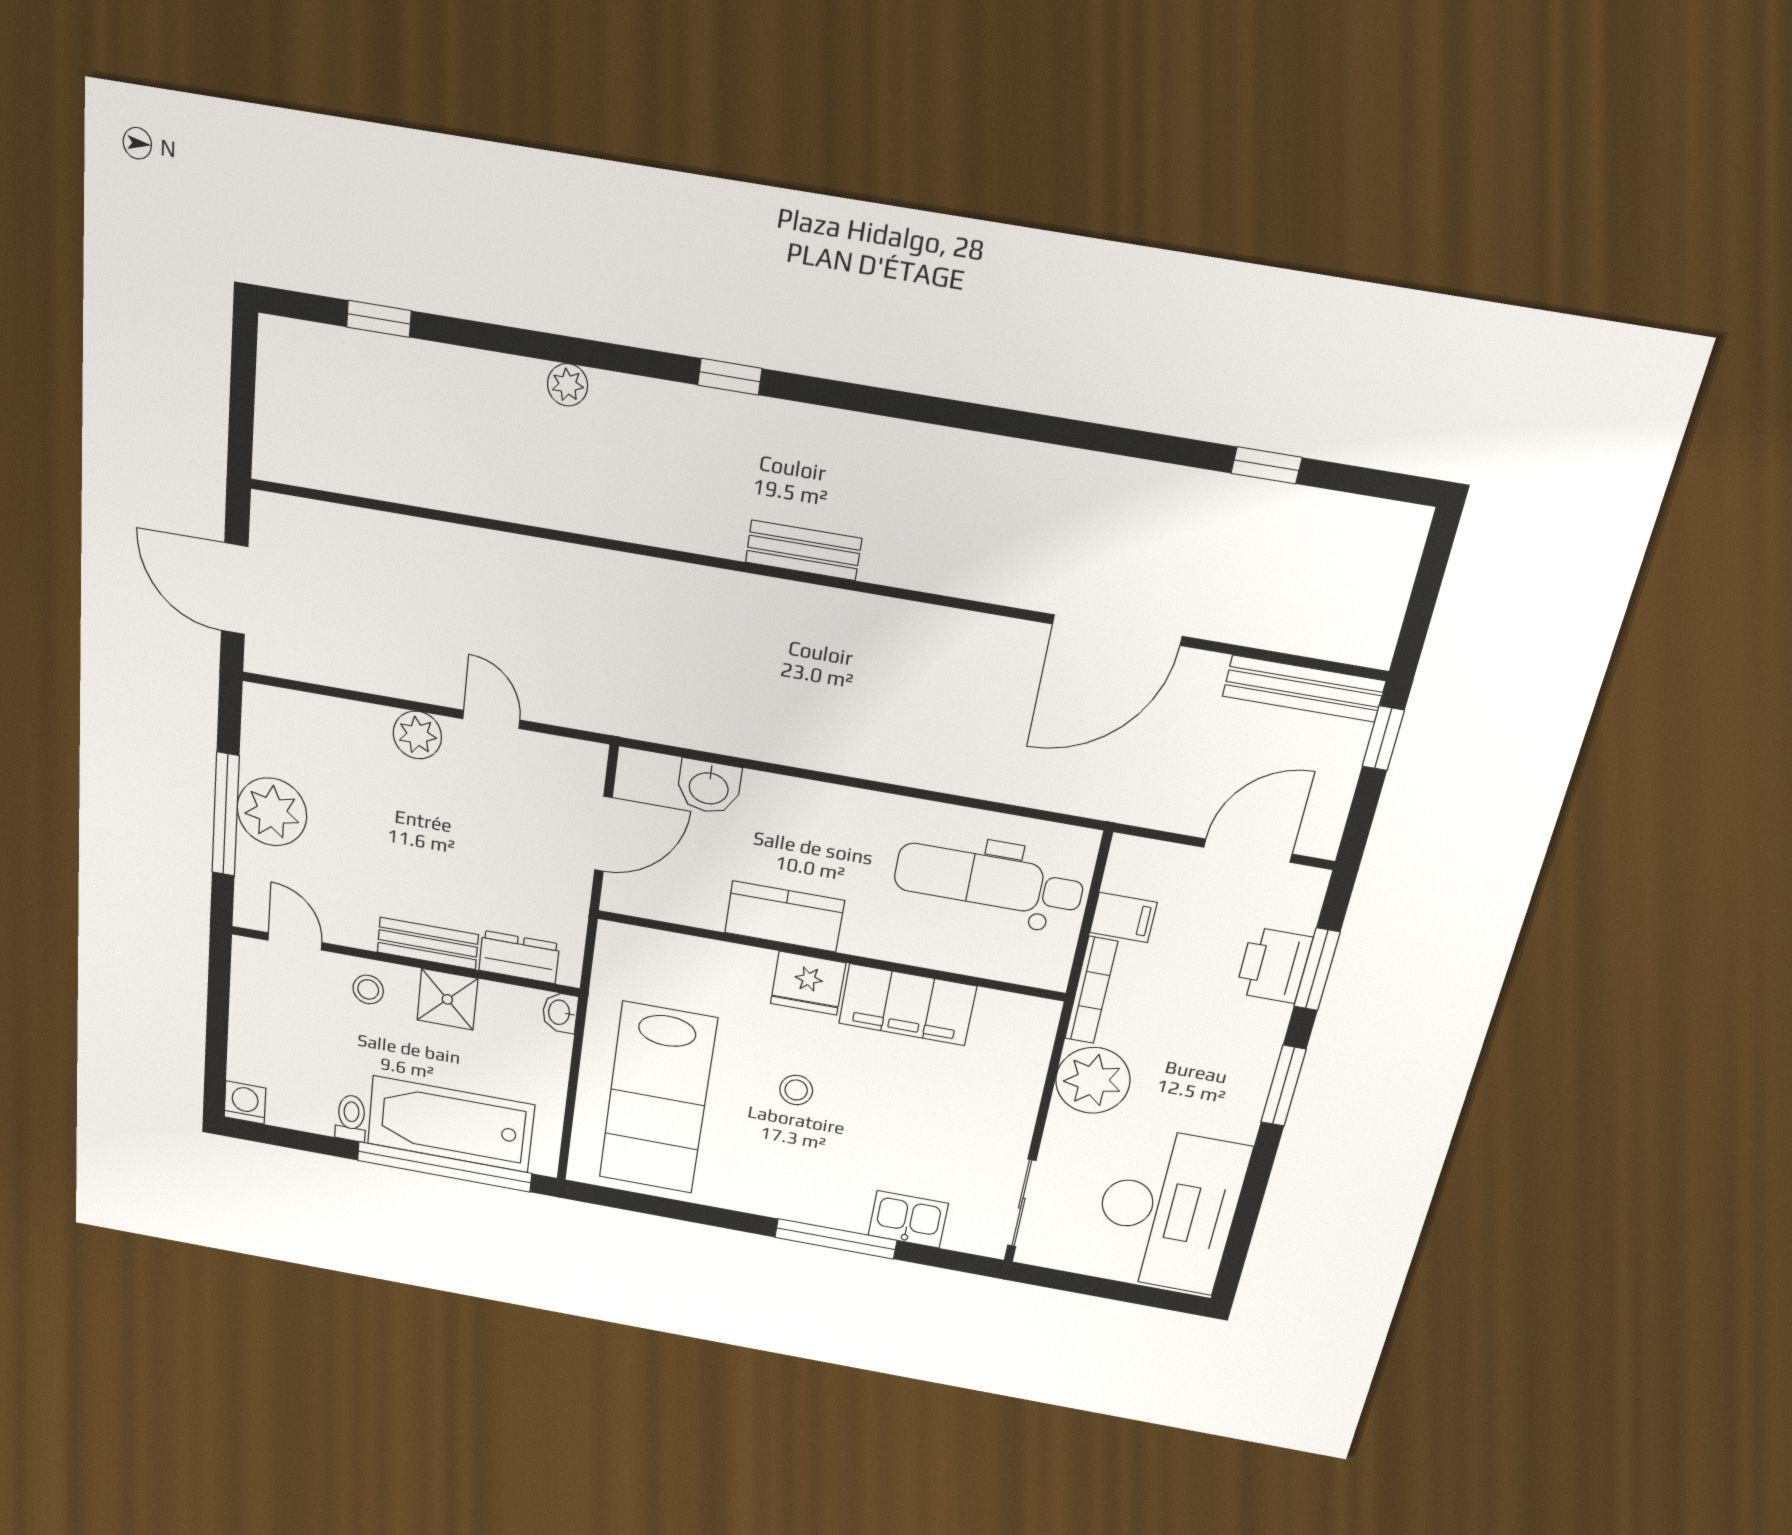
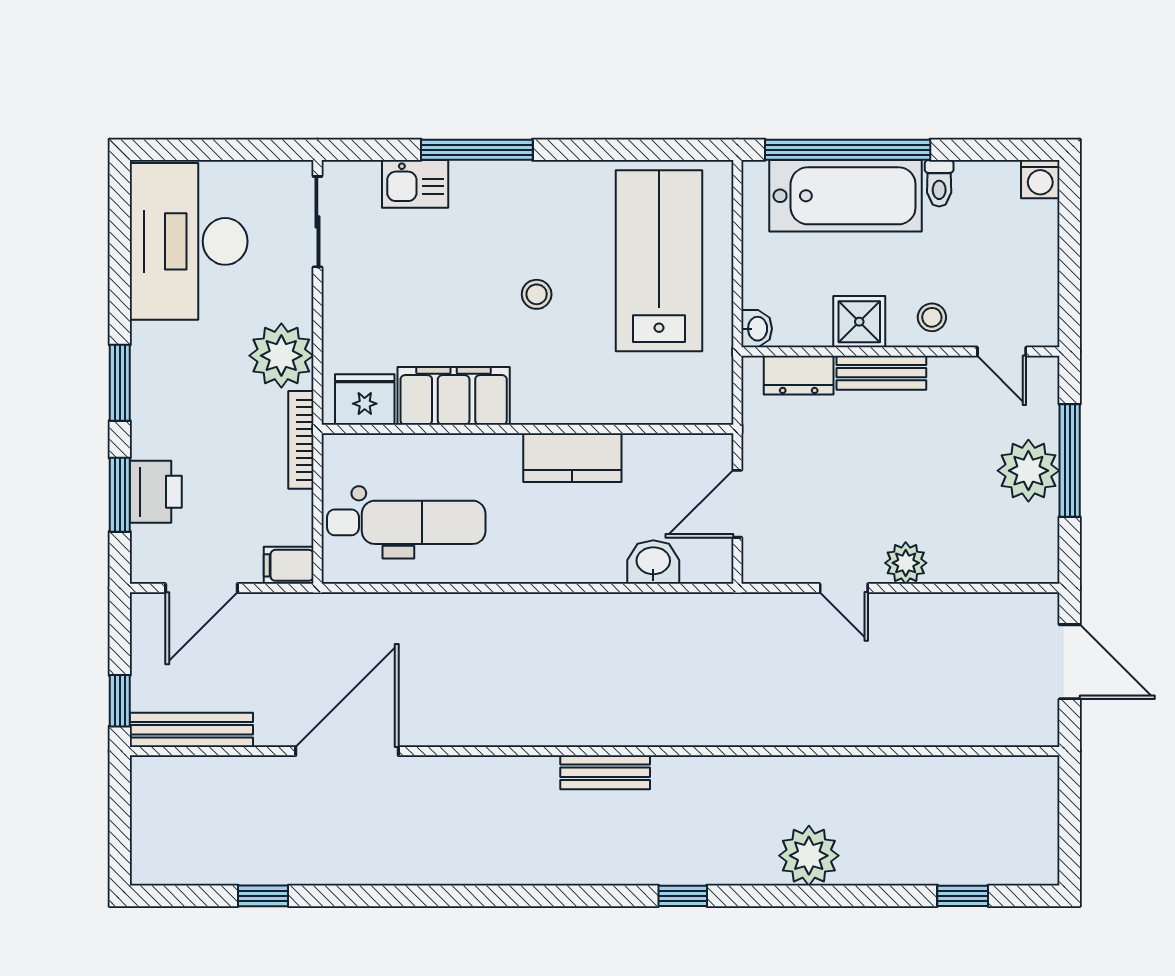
plant: (568, 385) -> (809, 856), width x1.87, depth x1.87
filing cabinet: (1123, 917) -> (289, 565), moved
fridge: (808, 983) -> (365, 399), moved

